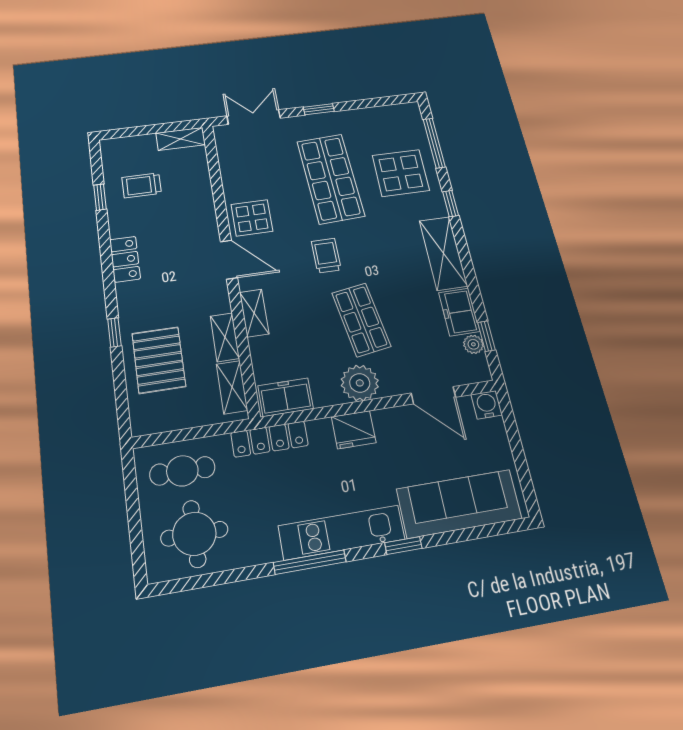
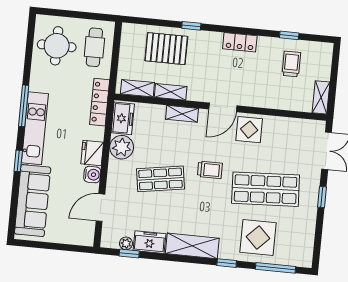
plant: (360, 383) -> (122, 147), moved
water cooler: (487, 405) -> (92, 175), moved

